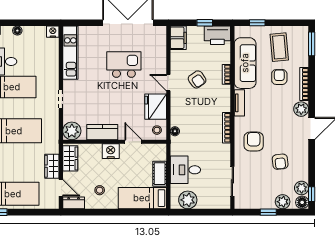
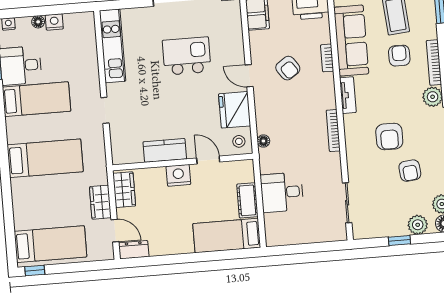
nightstand: (53, 32) -> (54, 22), moved
plant: (72, 131) -> (123, 152), removed
armchair: (254, 141) -> (389, 136), moved, turned 180
stool: (100, 190) -> (168, 229), removed
plant: (188, 200) -> (289, 233), removed

